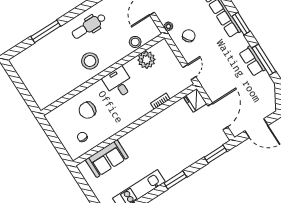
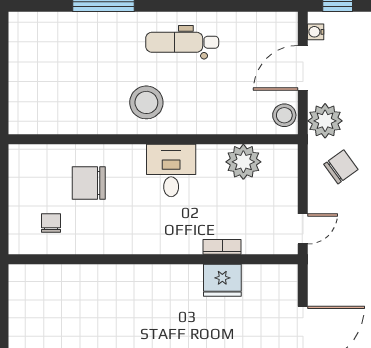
plant: (168, 26) -> (325, 121), width x1.87, depth x1.87
stool: (135, 42) -> (284, 115), moved
fridge: (195, 100) -> (222, 280), moved, turned -90
sofa: (107, 159) -> (69, 286), removed

